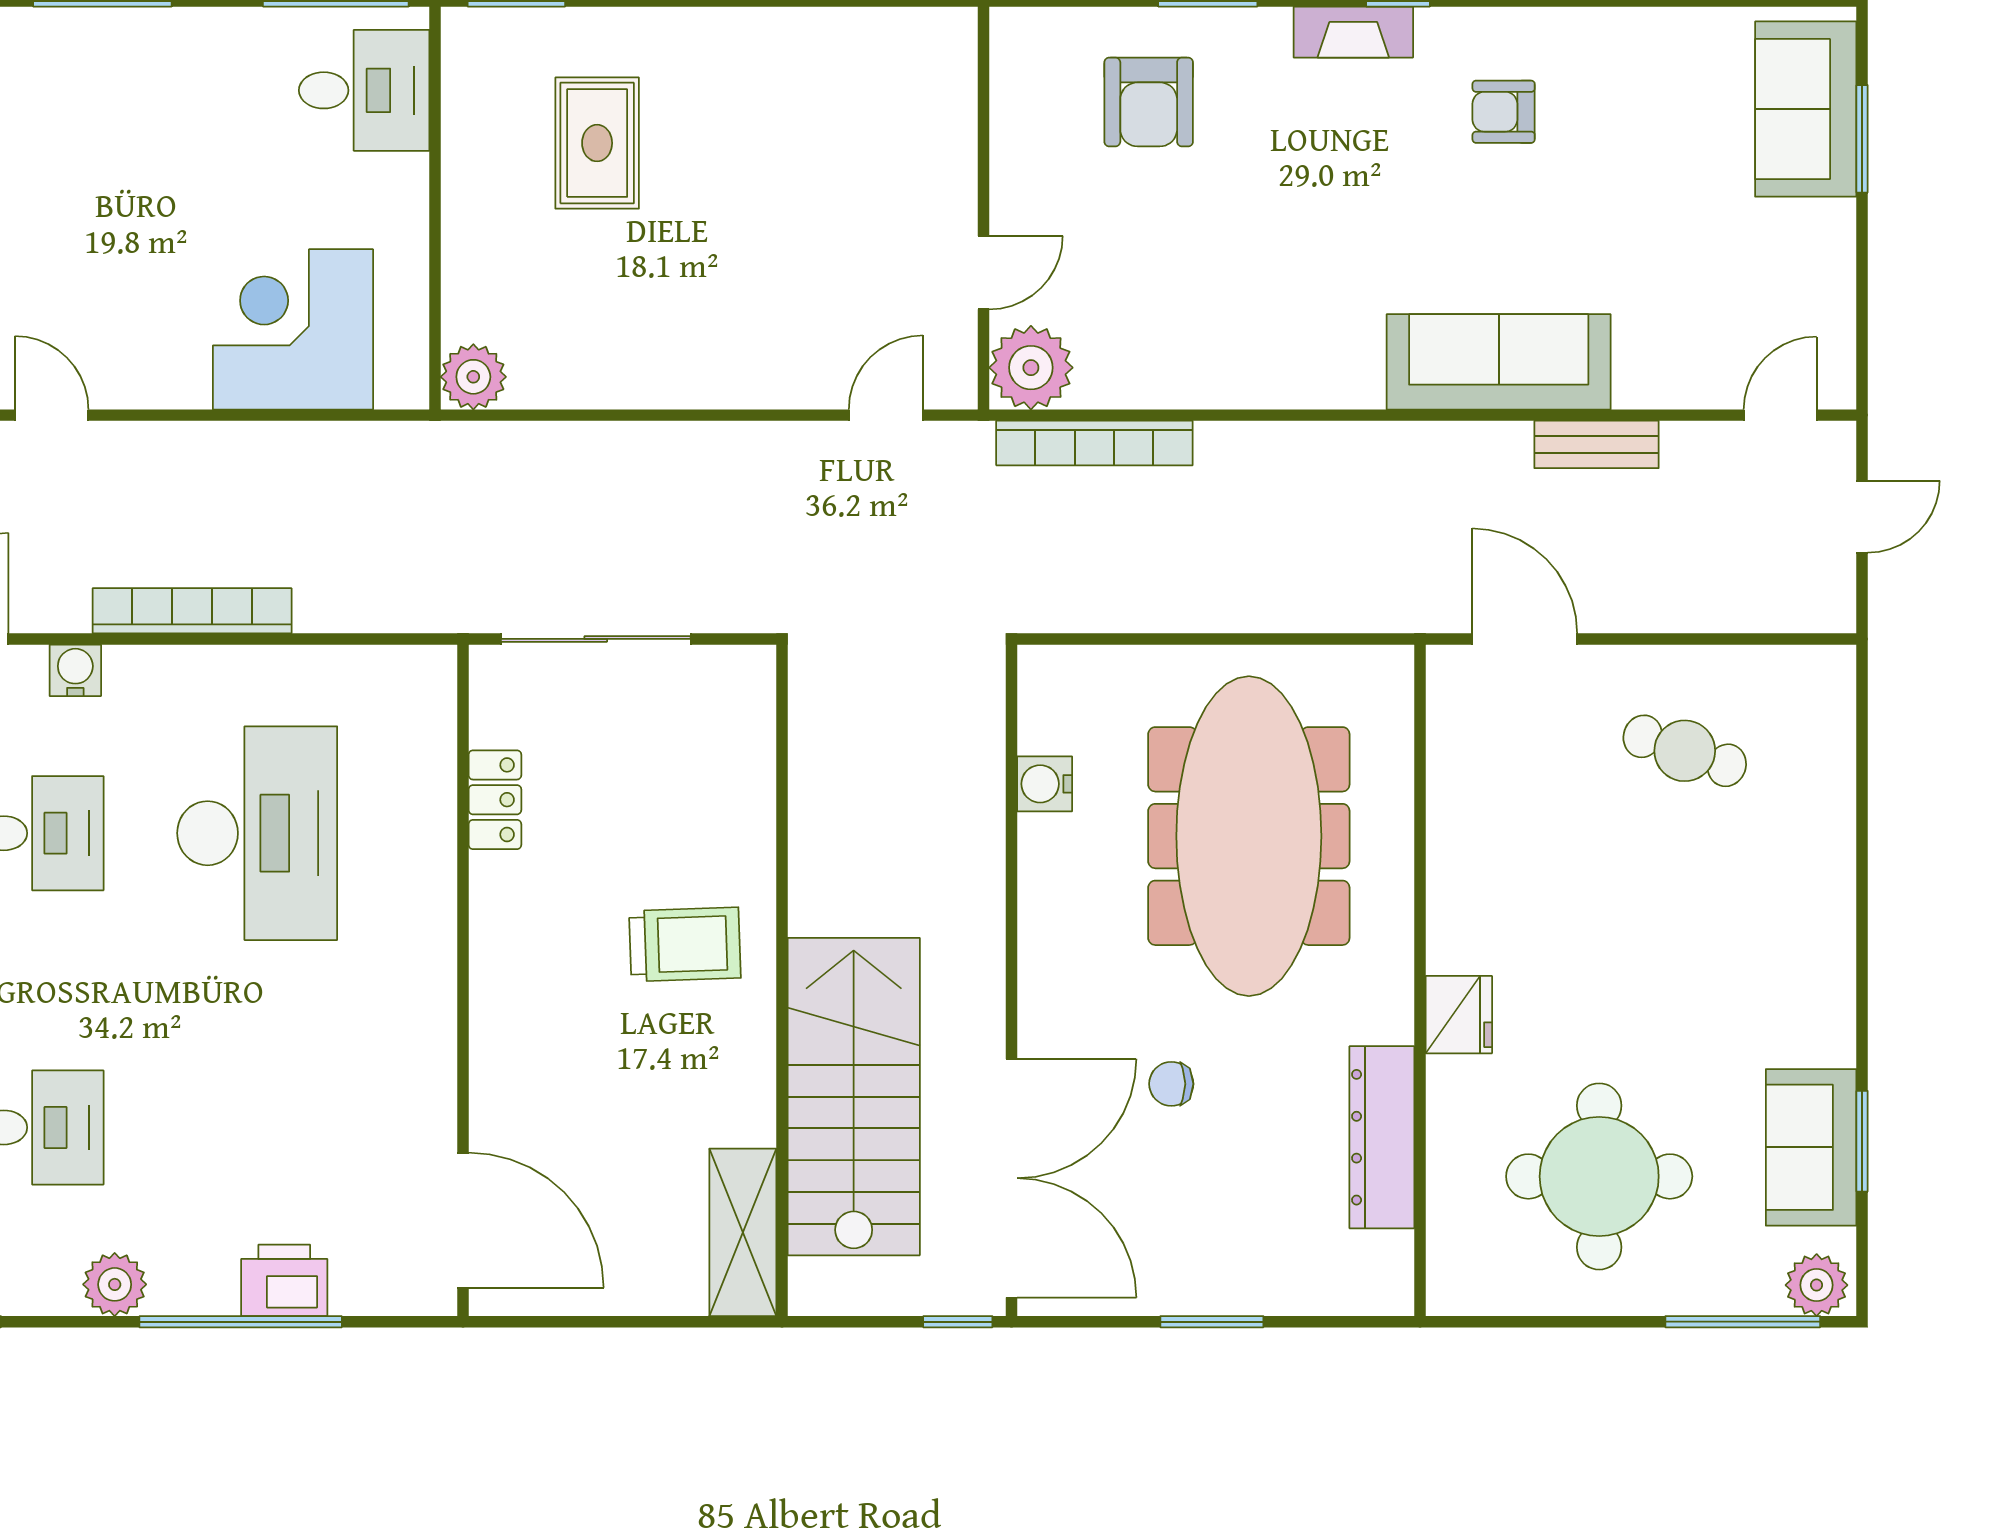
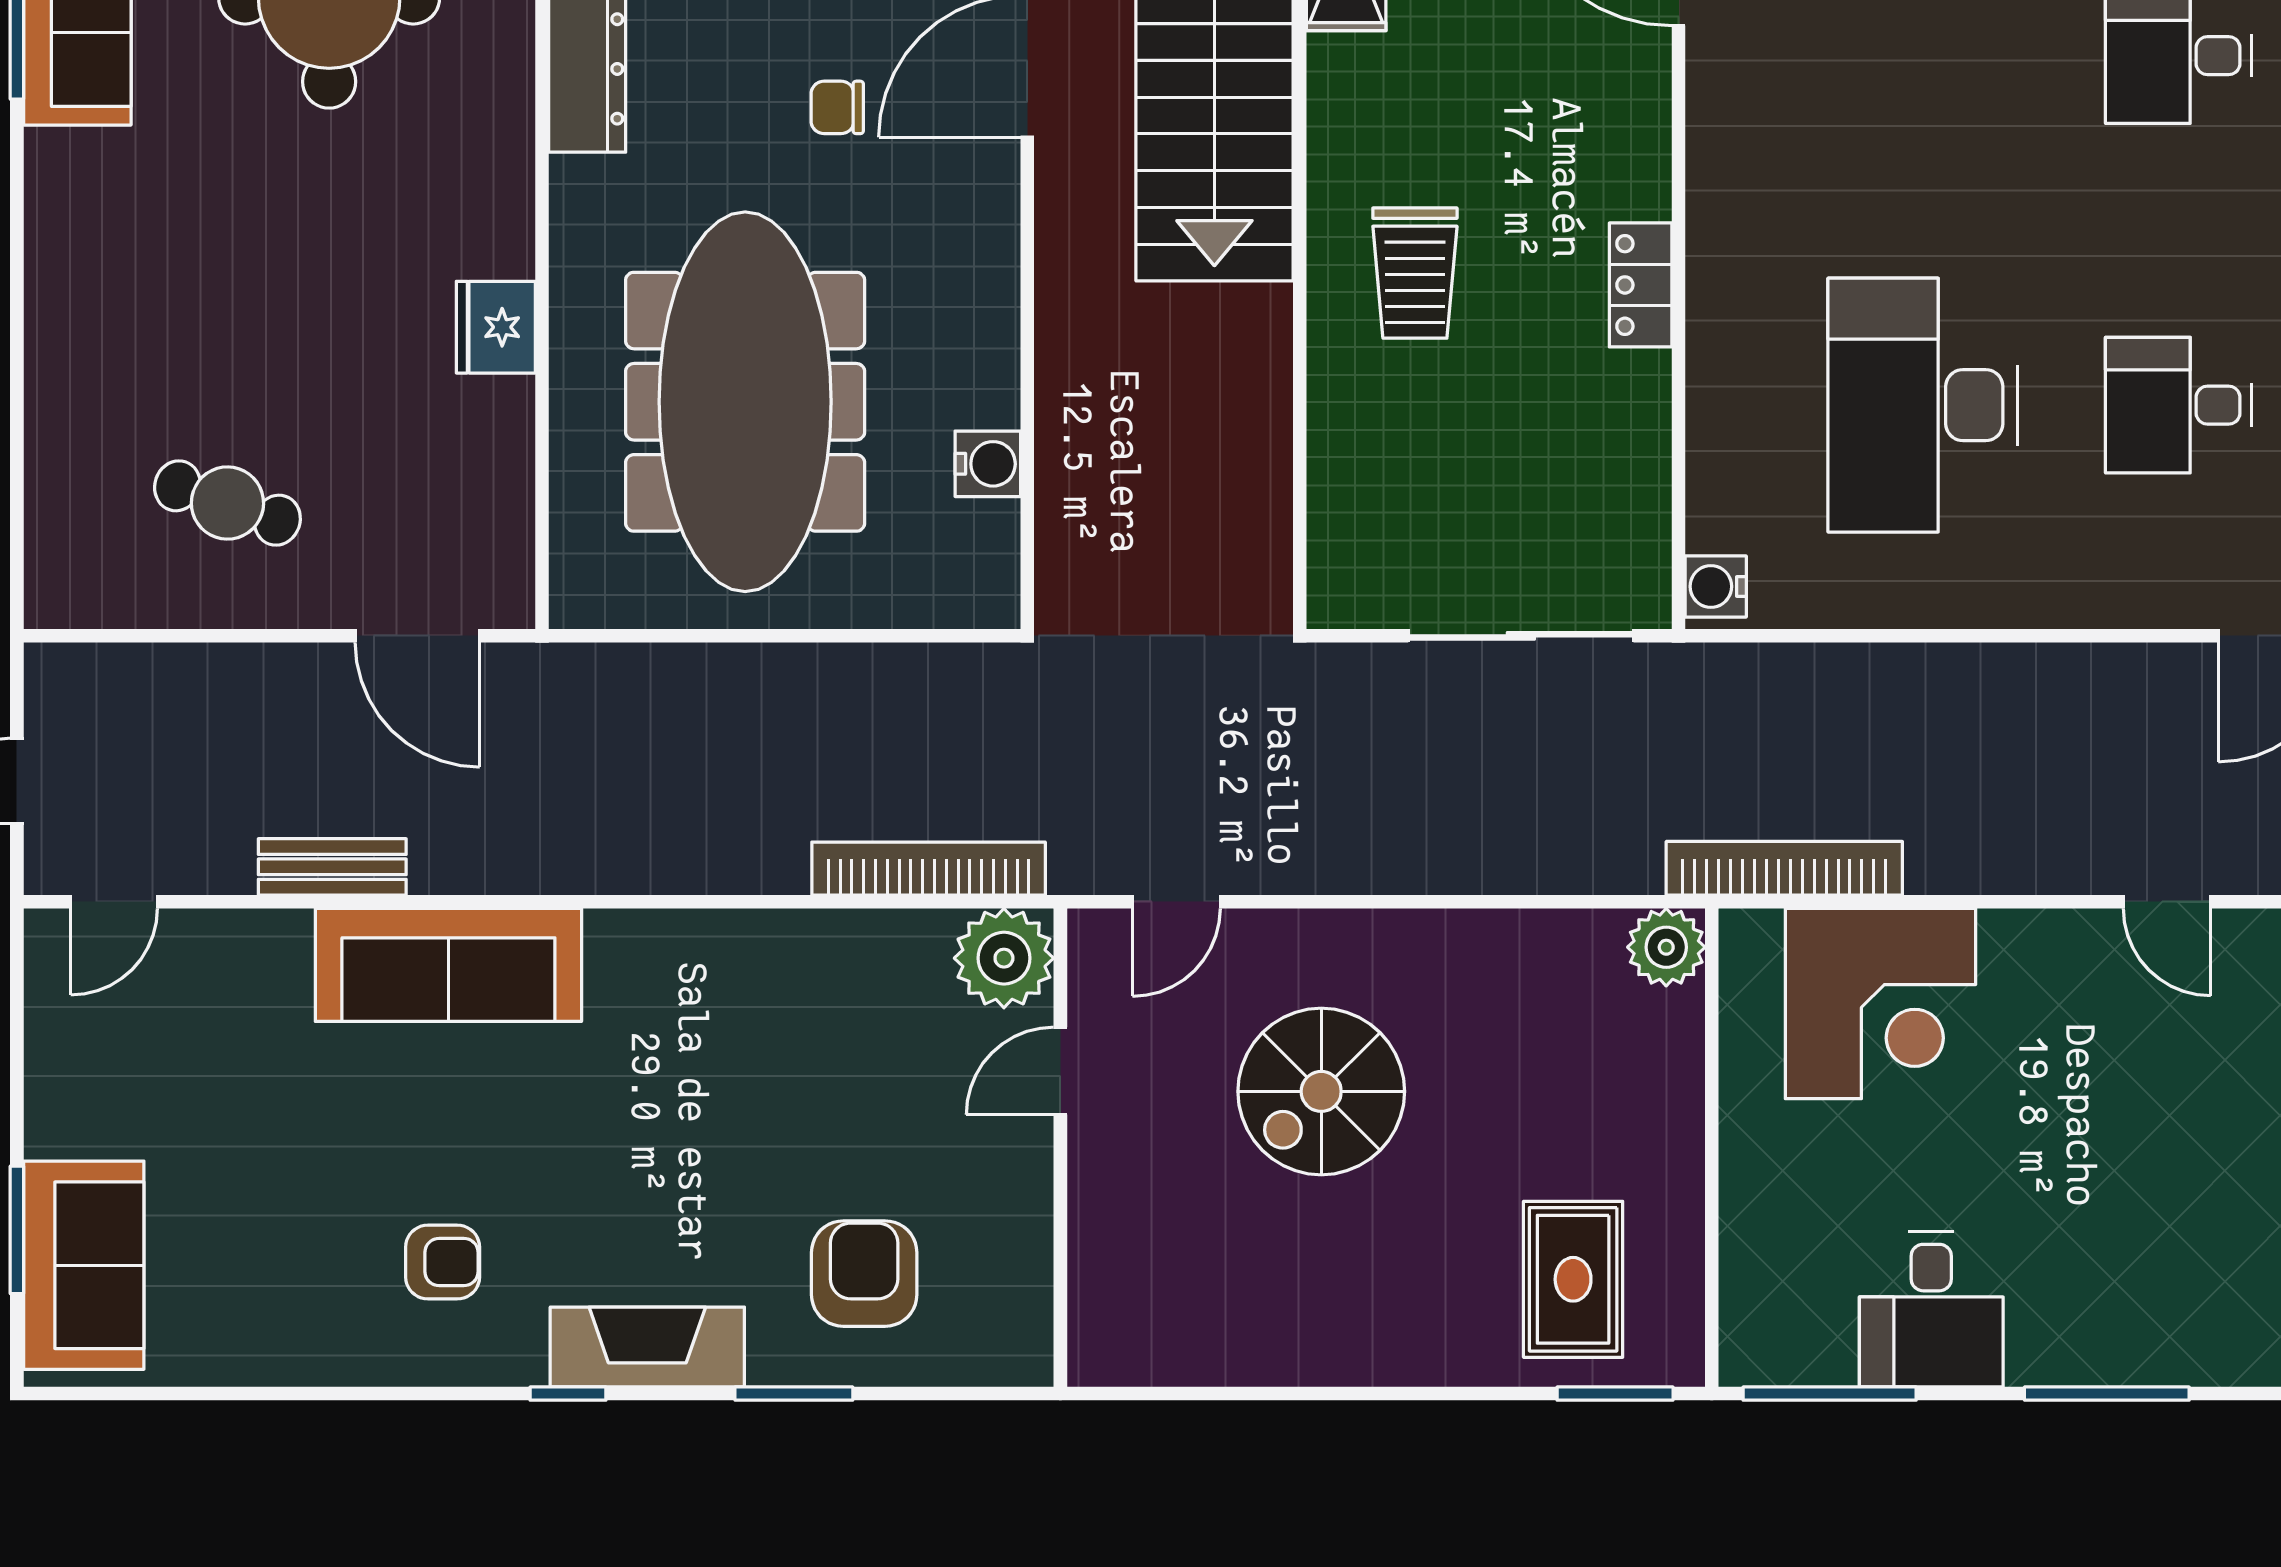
fireplace: (1353, 32) -> (647, 1347), width x1.37, depth x1.32
desk: (364, 90) -> (1931, 1309), moved, turned -90
rug: (597, 143) -> (1573, 1279), moved
spiral stairs: (764, 255) -> (1321, 1091), added
bookcase: (192, 611) -> (1784, 868), moved, turned 180
water cooler: (75, 670) -> (1716, 586), moved, turned 90
locker: (495, 800) -> (1641, 285), moved
trolley: (685, 944) -> (1415, 273), turned -88
fridge: (1459, 1015) -> (496, 327), moved
chair: (1171, 1084) -> (837, 107), turned 180

